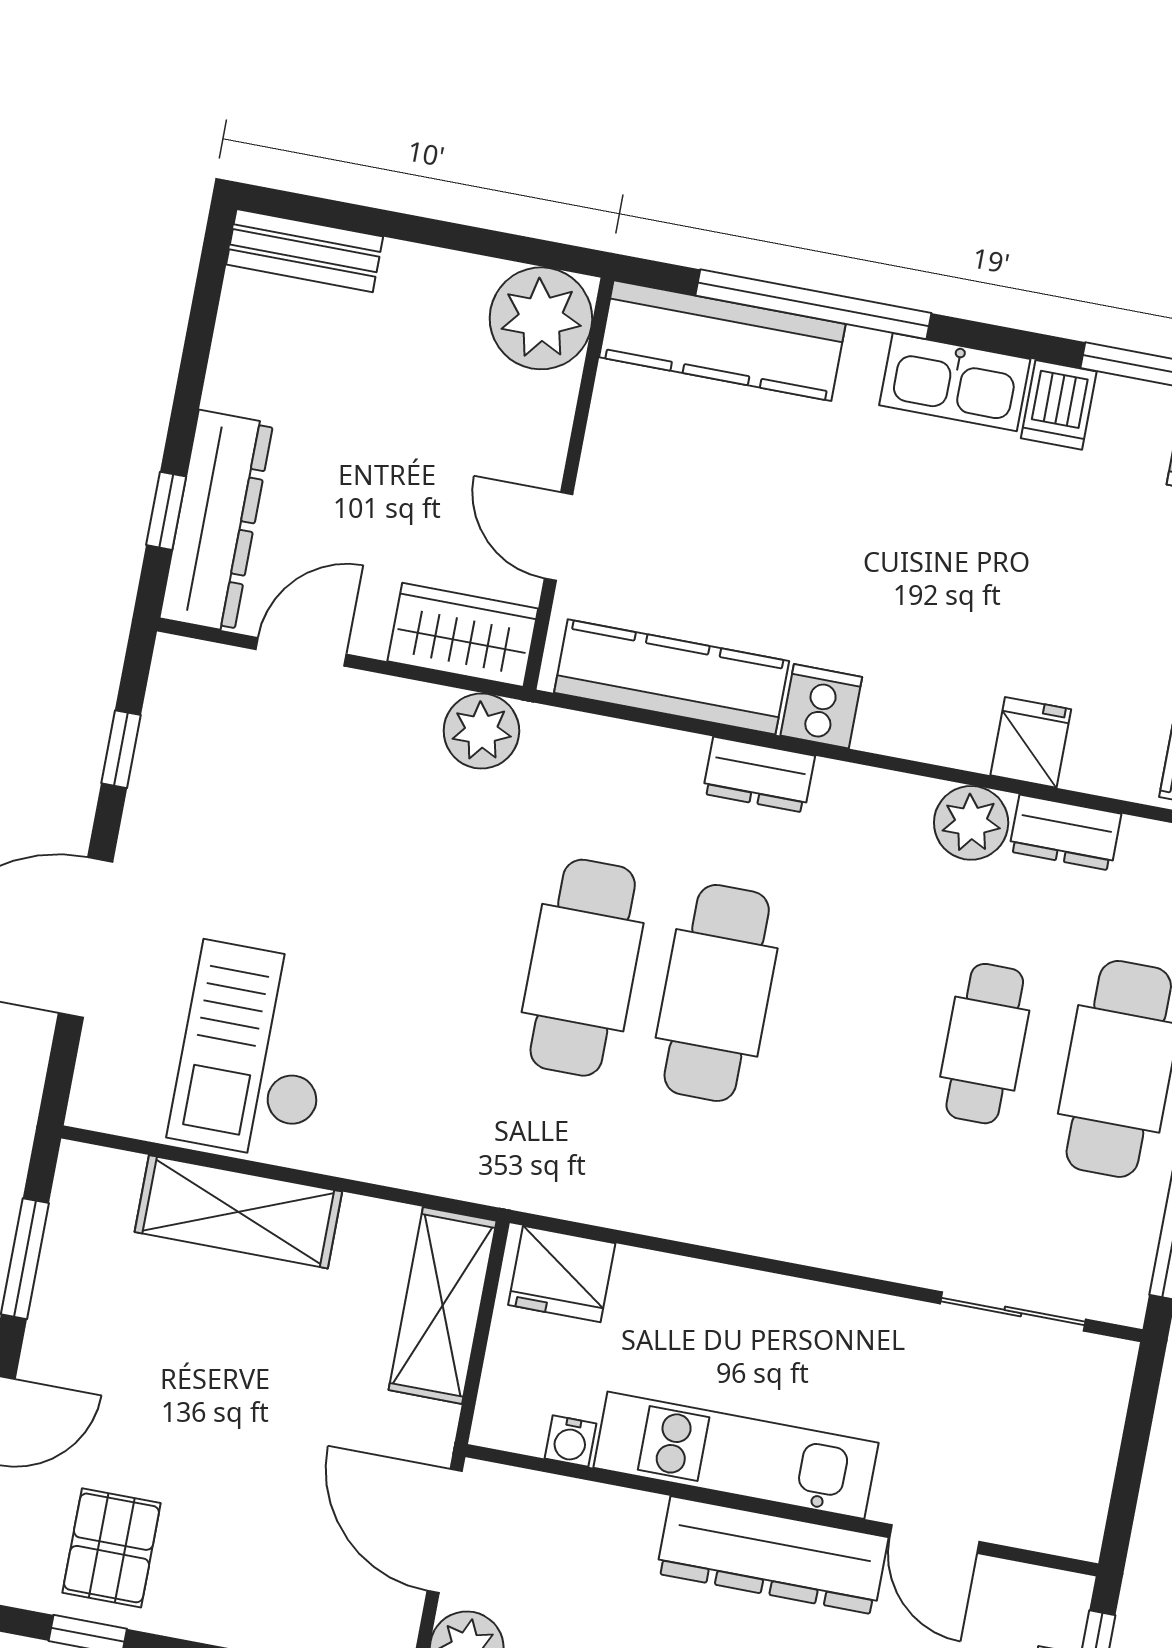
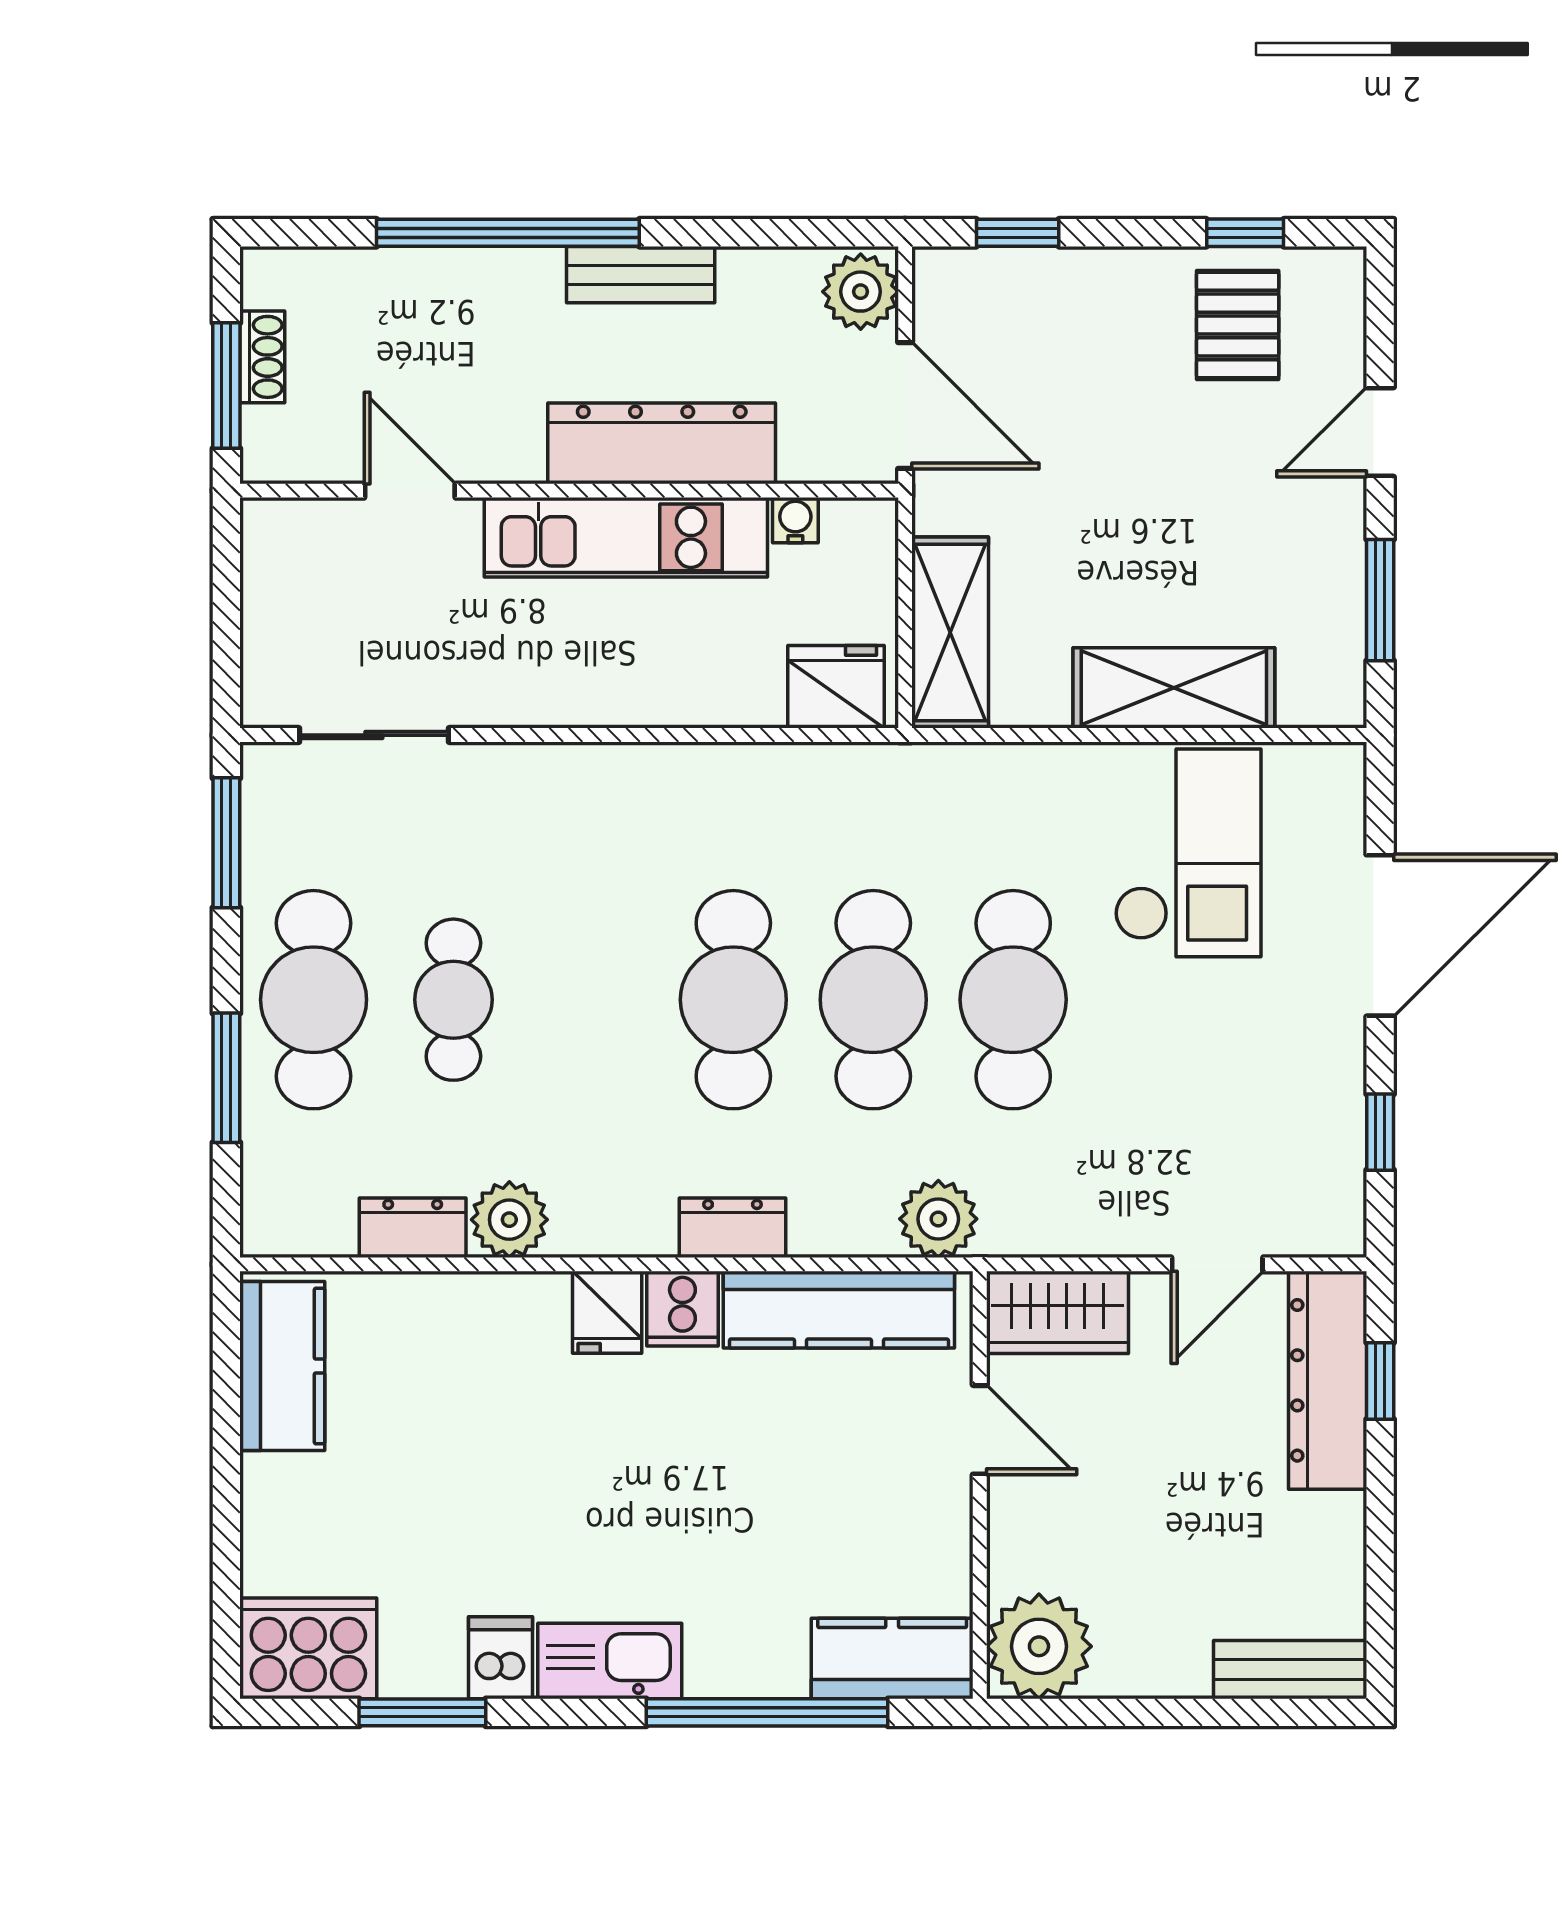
kitchen counter: (722, 341) -> (892, 1658), width x0.67
plant: (481, 731) -> (938, 1219), moved
fridge: (1031, 742) -> (607, 1312), moved
cafe table: (449, 942) -> (1013, 1000), added
dresser: (772, 1555) -> (662, 443), moved

